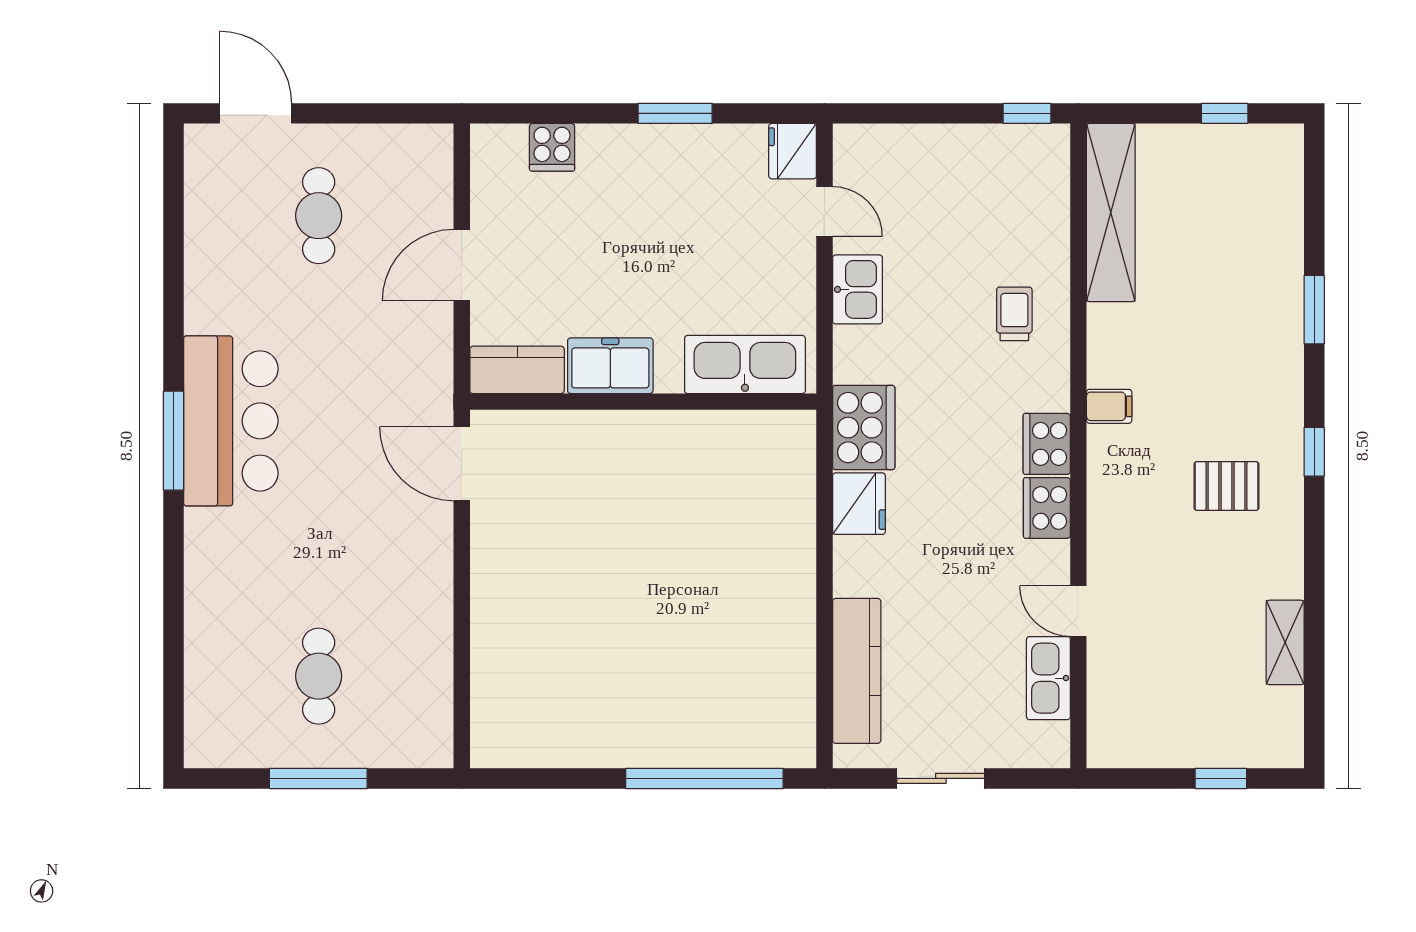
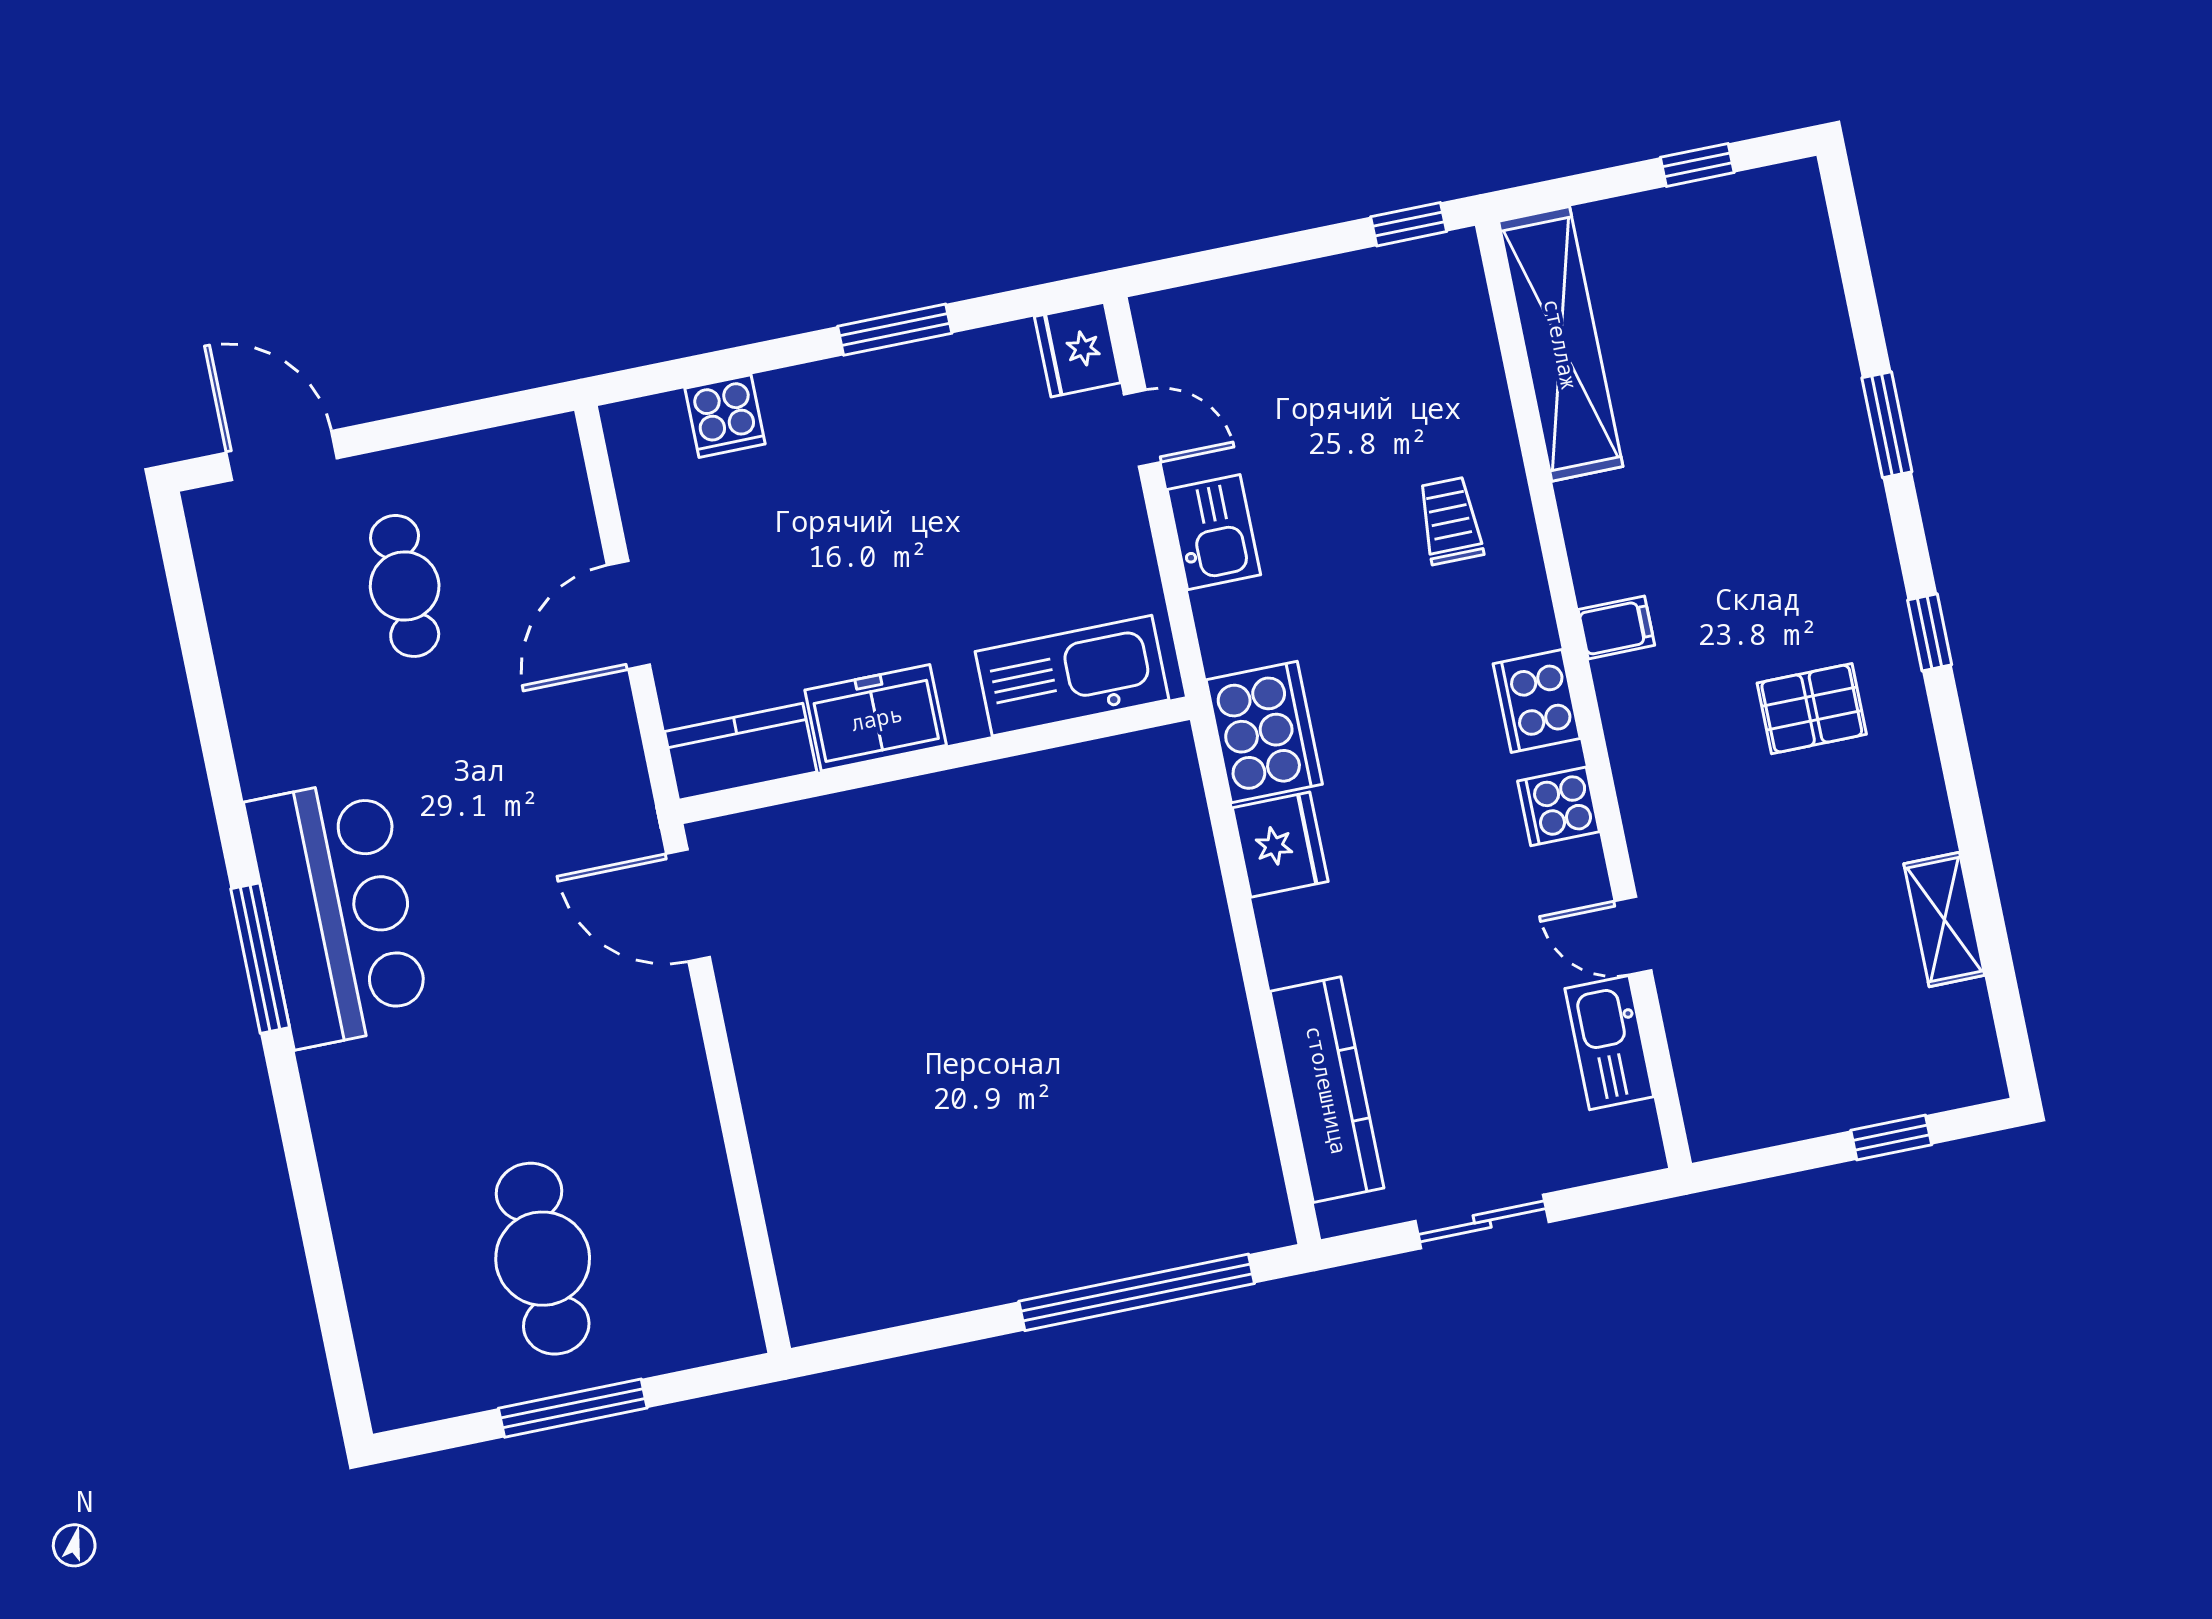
cooker: (1047, 508) -> (1558, 806), width x0.73
cafe table: (319, 676) -> (543, 1259), width x1.37, depth x1.35

